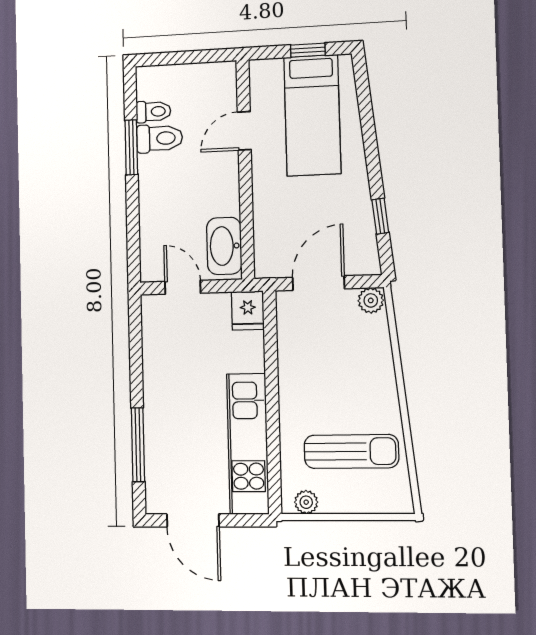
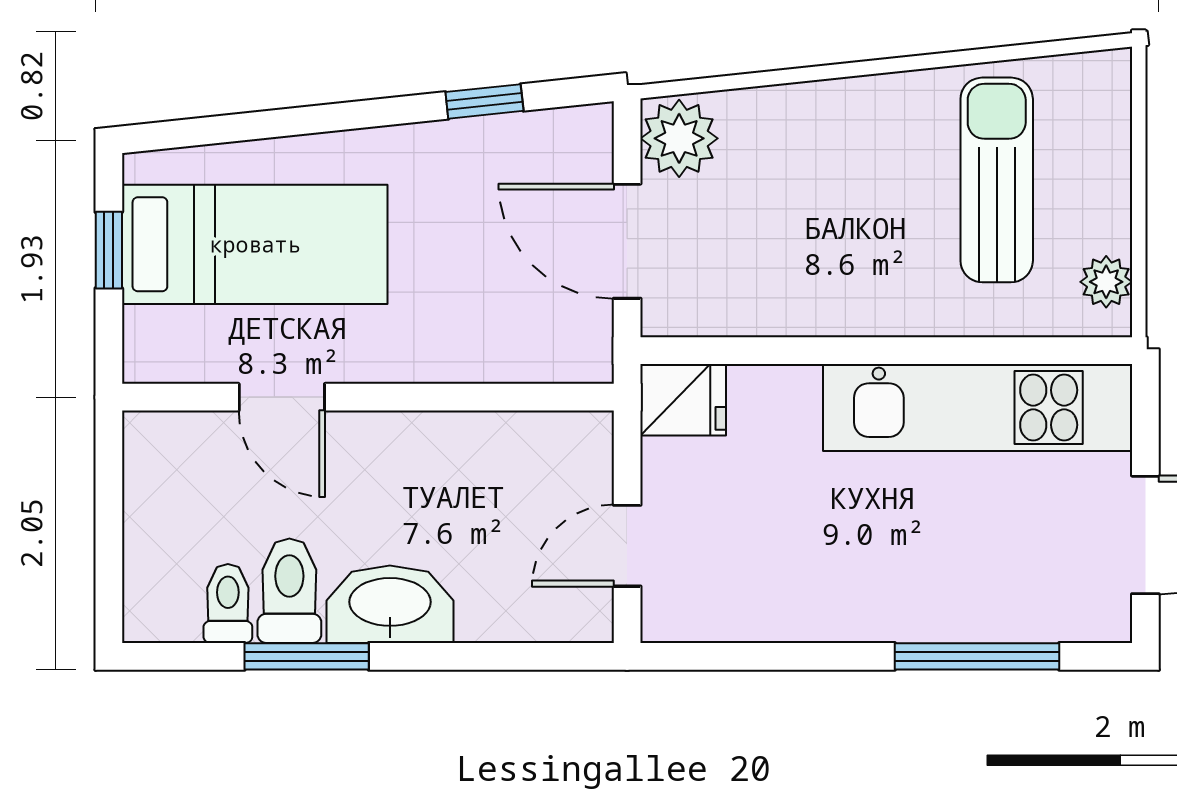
washbasin: (224, 246) -> (390, 604), moved, turned 180
plant: (371, 300) -> (679, 138), width x1.38, depth x1.38

